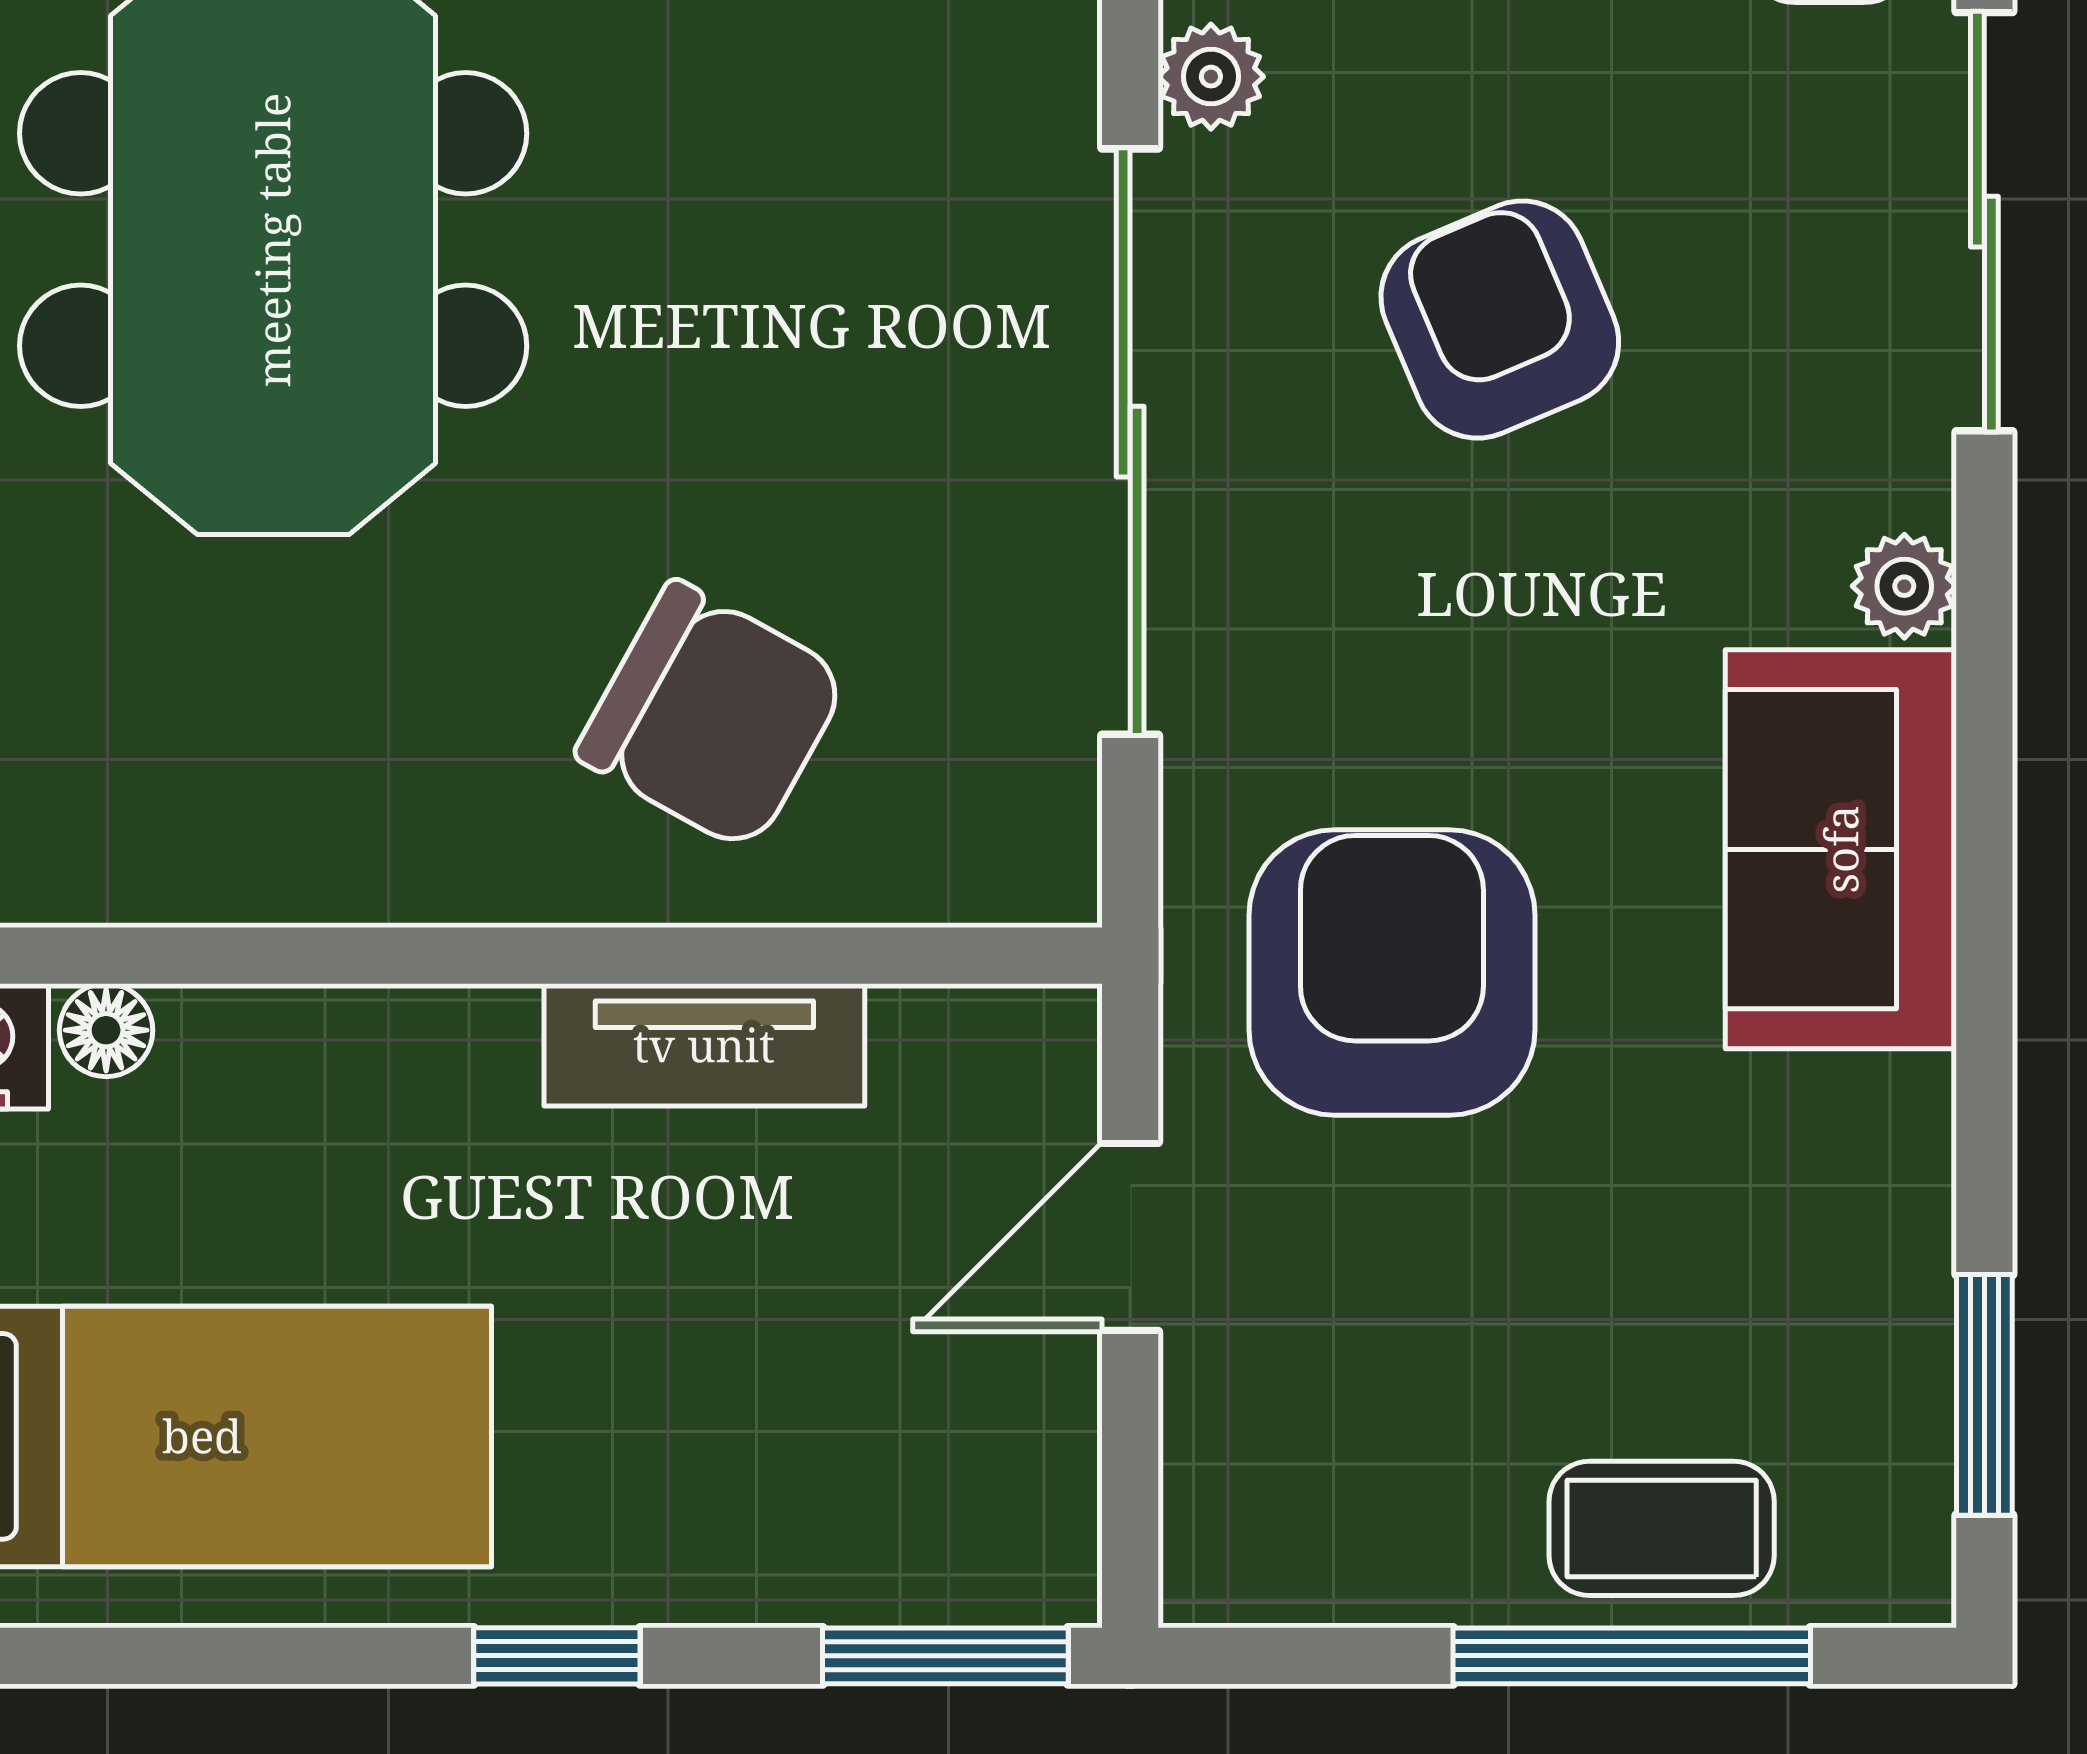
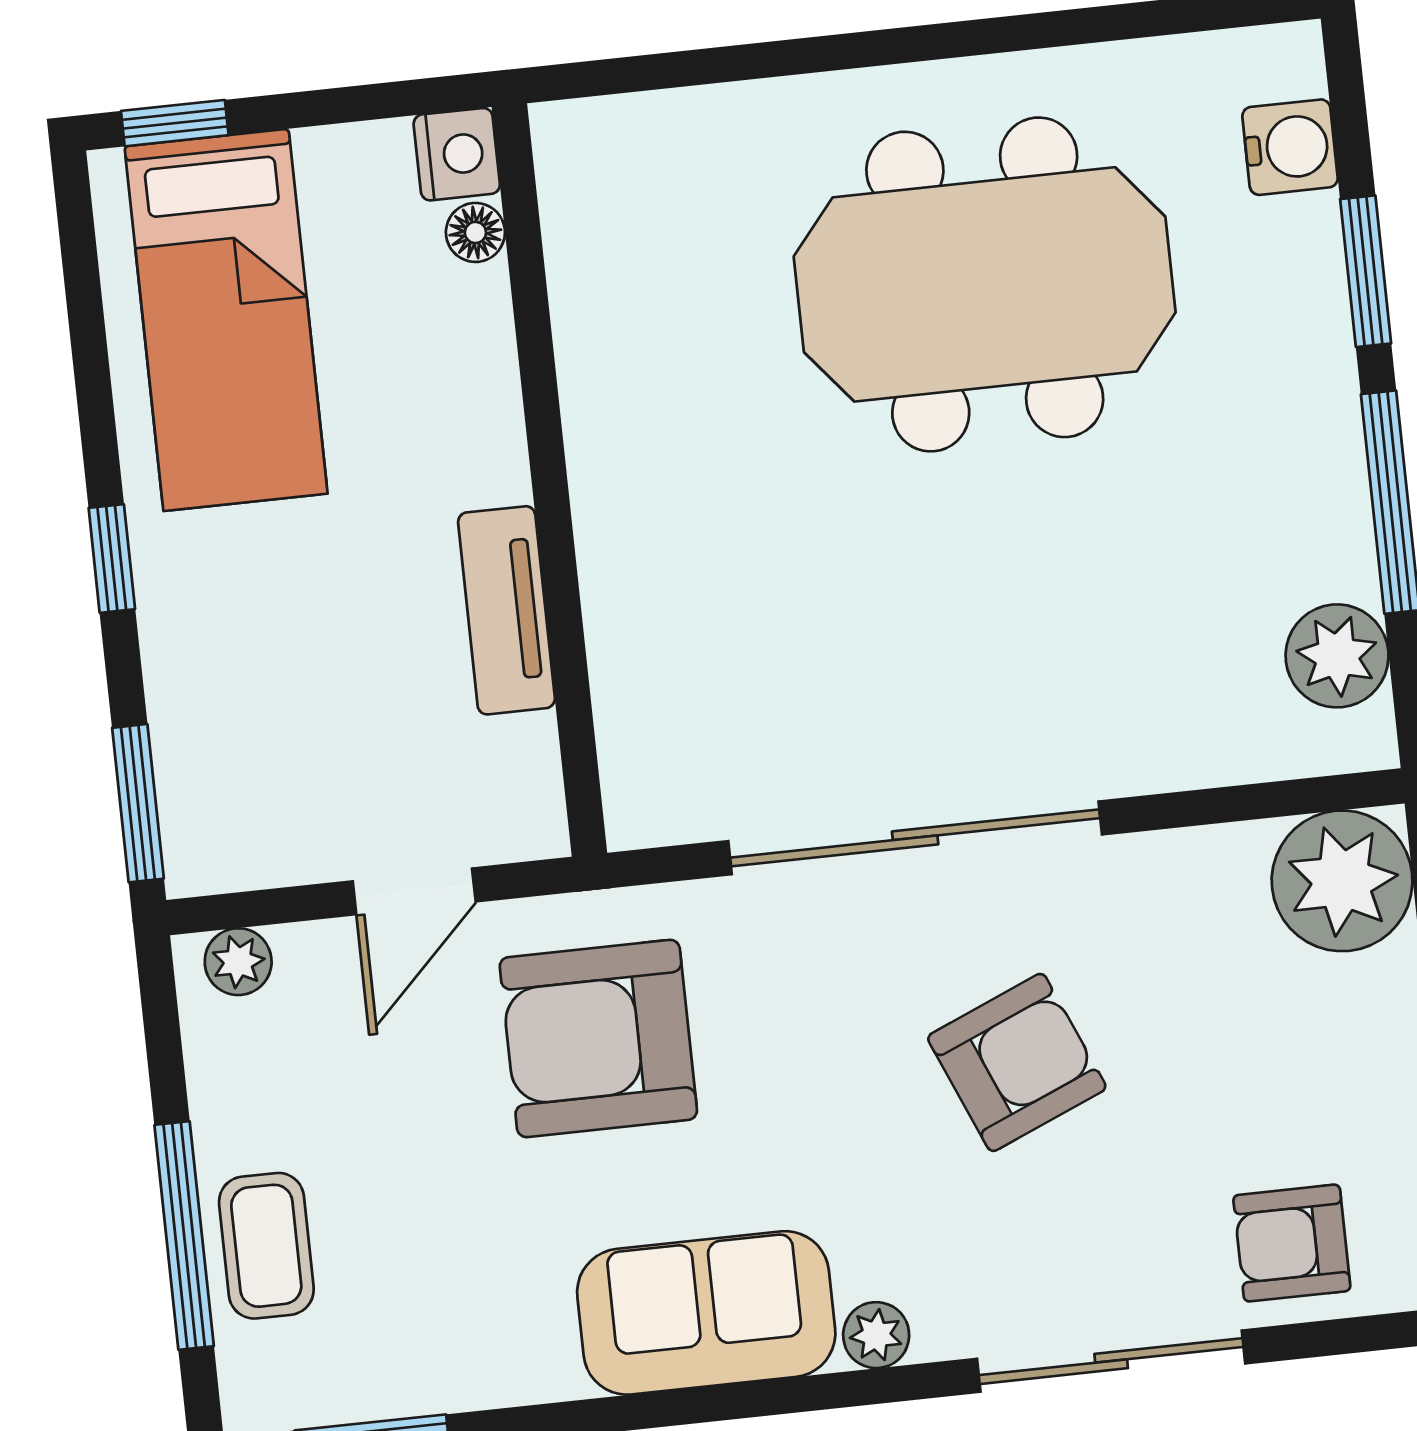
plant: (1211, 77) -> (238, 962), moved
chair: (712, 716) -> (714, 593), removed
armchair: (1392, 972) -> (598, 1038), turned 180
door: (1130, 1237) -> (414, 891), swing flipped

